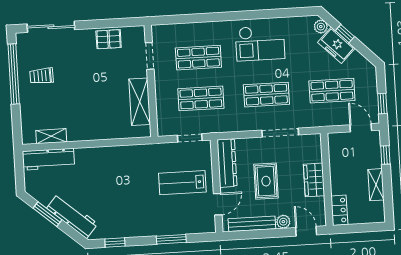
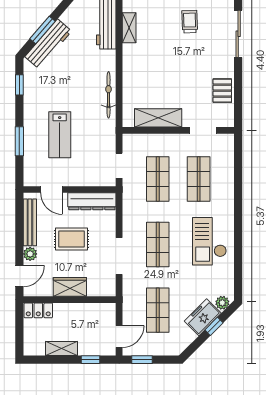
bicycle: (120, 153) -> (109, 95), added
lab bench: (182, 183) -> (60, 135), moved, turned 180
window: (47, 214) -> (43, 30), moved

